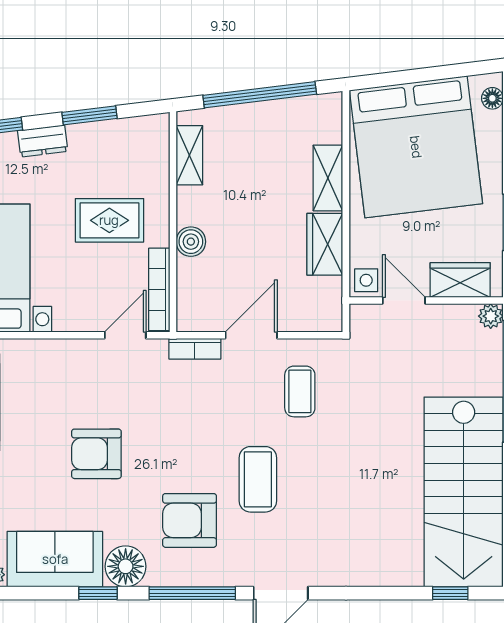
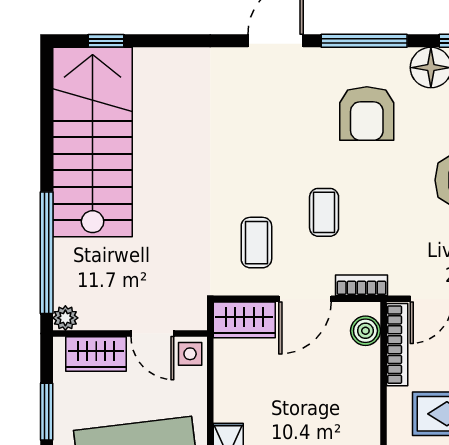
boiler: (191, 242) -> (365, 331), moved
wardrobe: (325, 244) -> (244, 320), moved, turned 90
coffee table: (258, 479) -> (324, 212), moved, width x0.73, depth x0.77
armchair: (190, 520) -> (367, 113), turned 90

